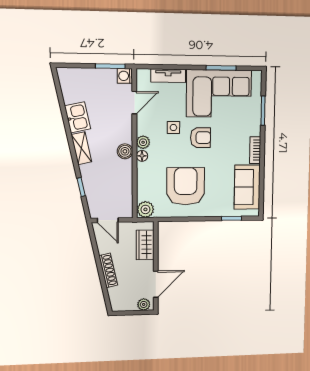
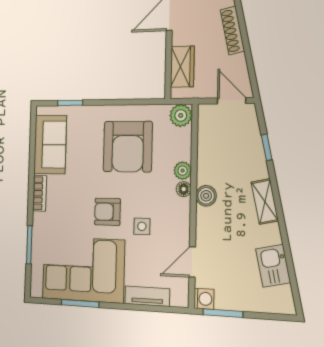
kitchen sink: (78, 117) -> (273, 266), moved
plant: (143, 142) -> (183, 171), moved

